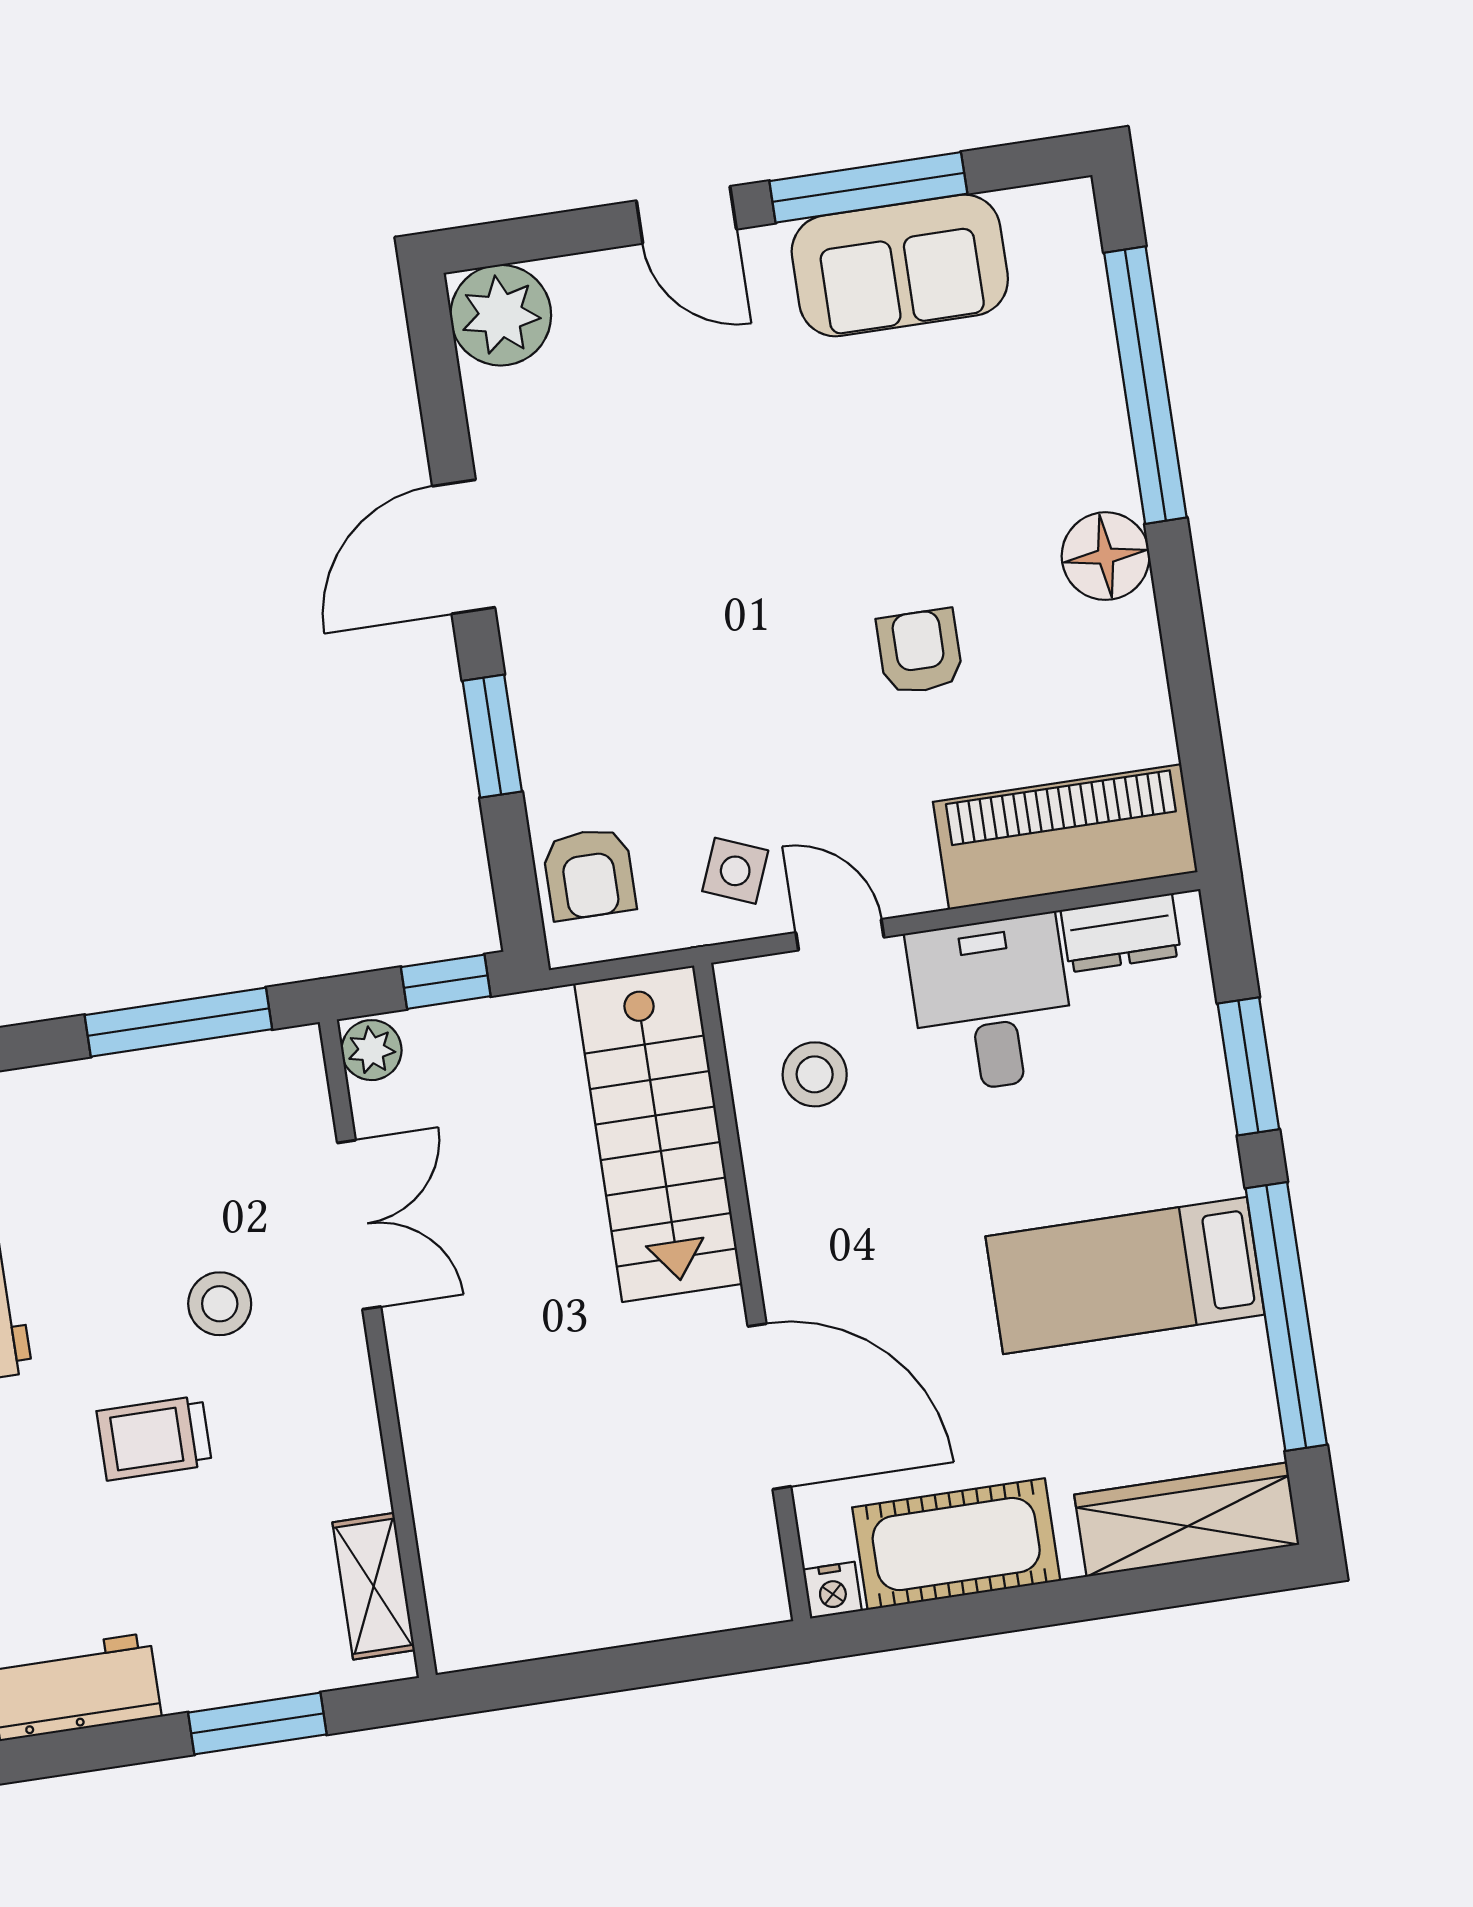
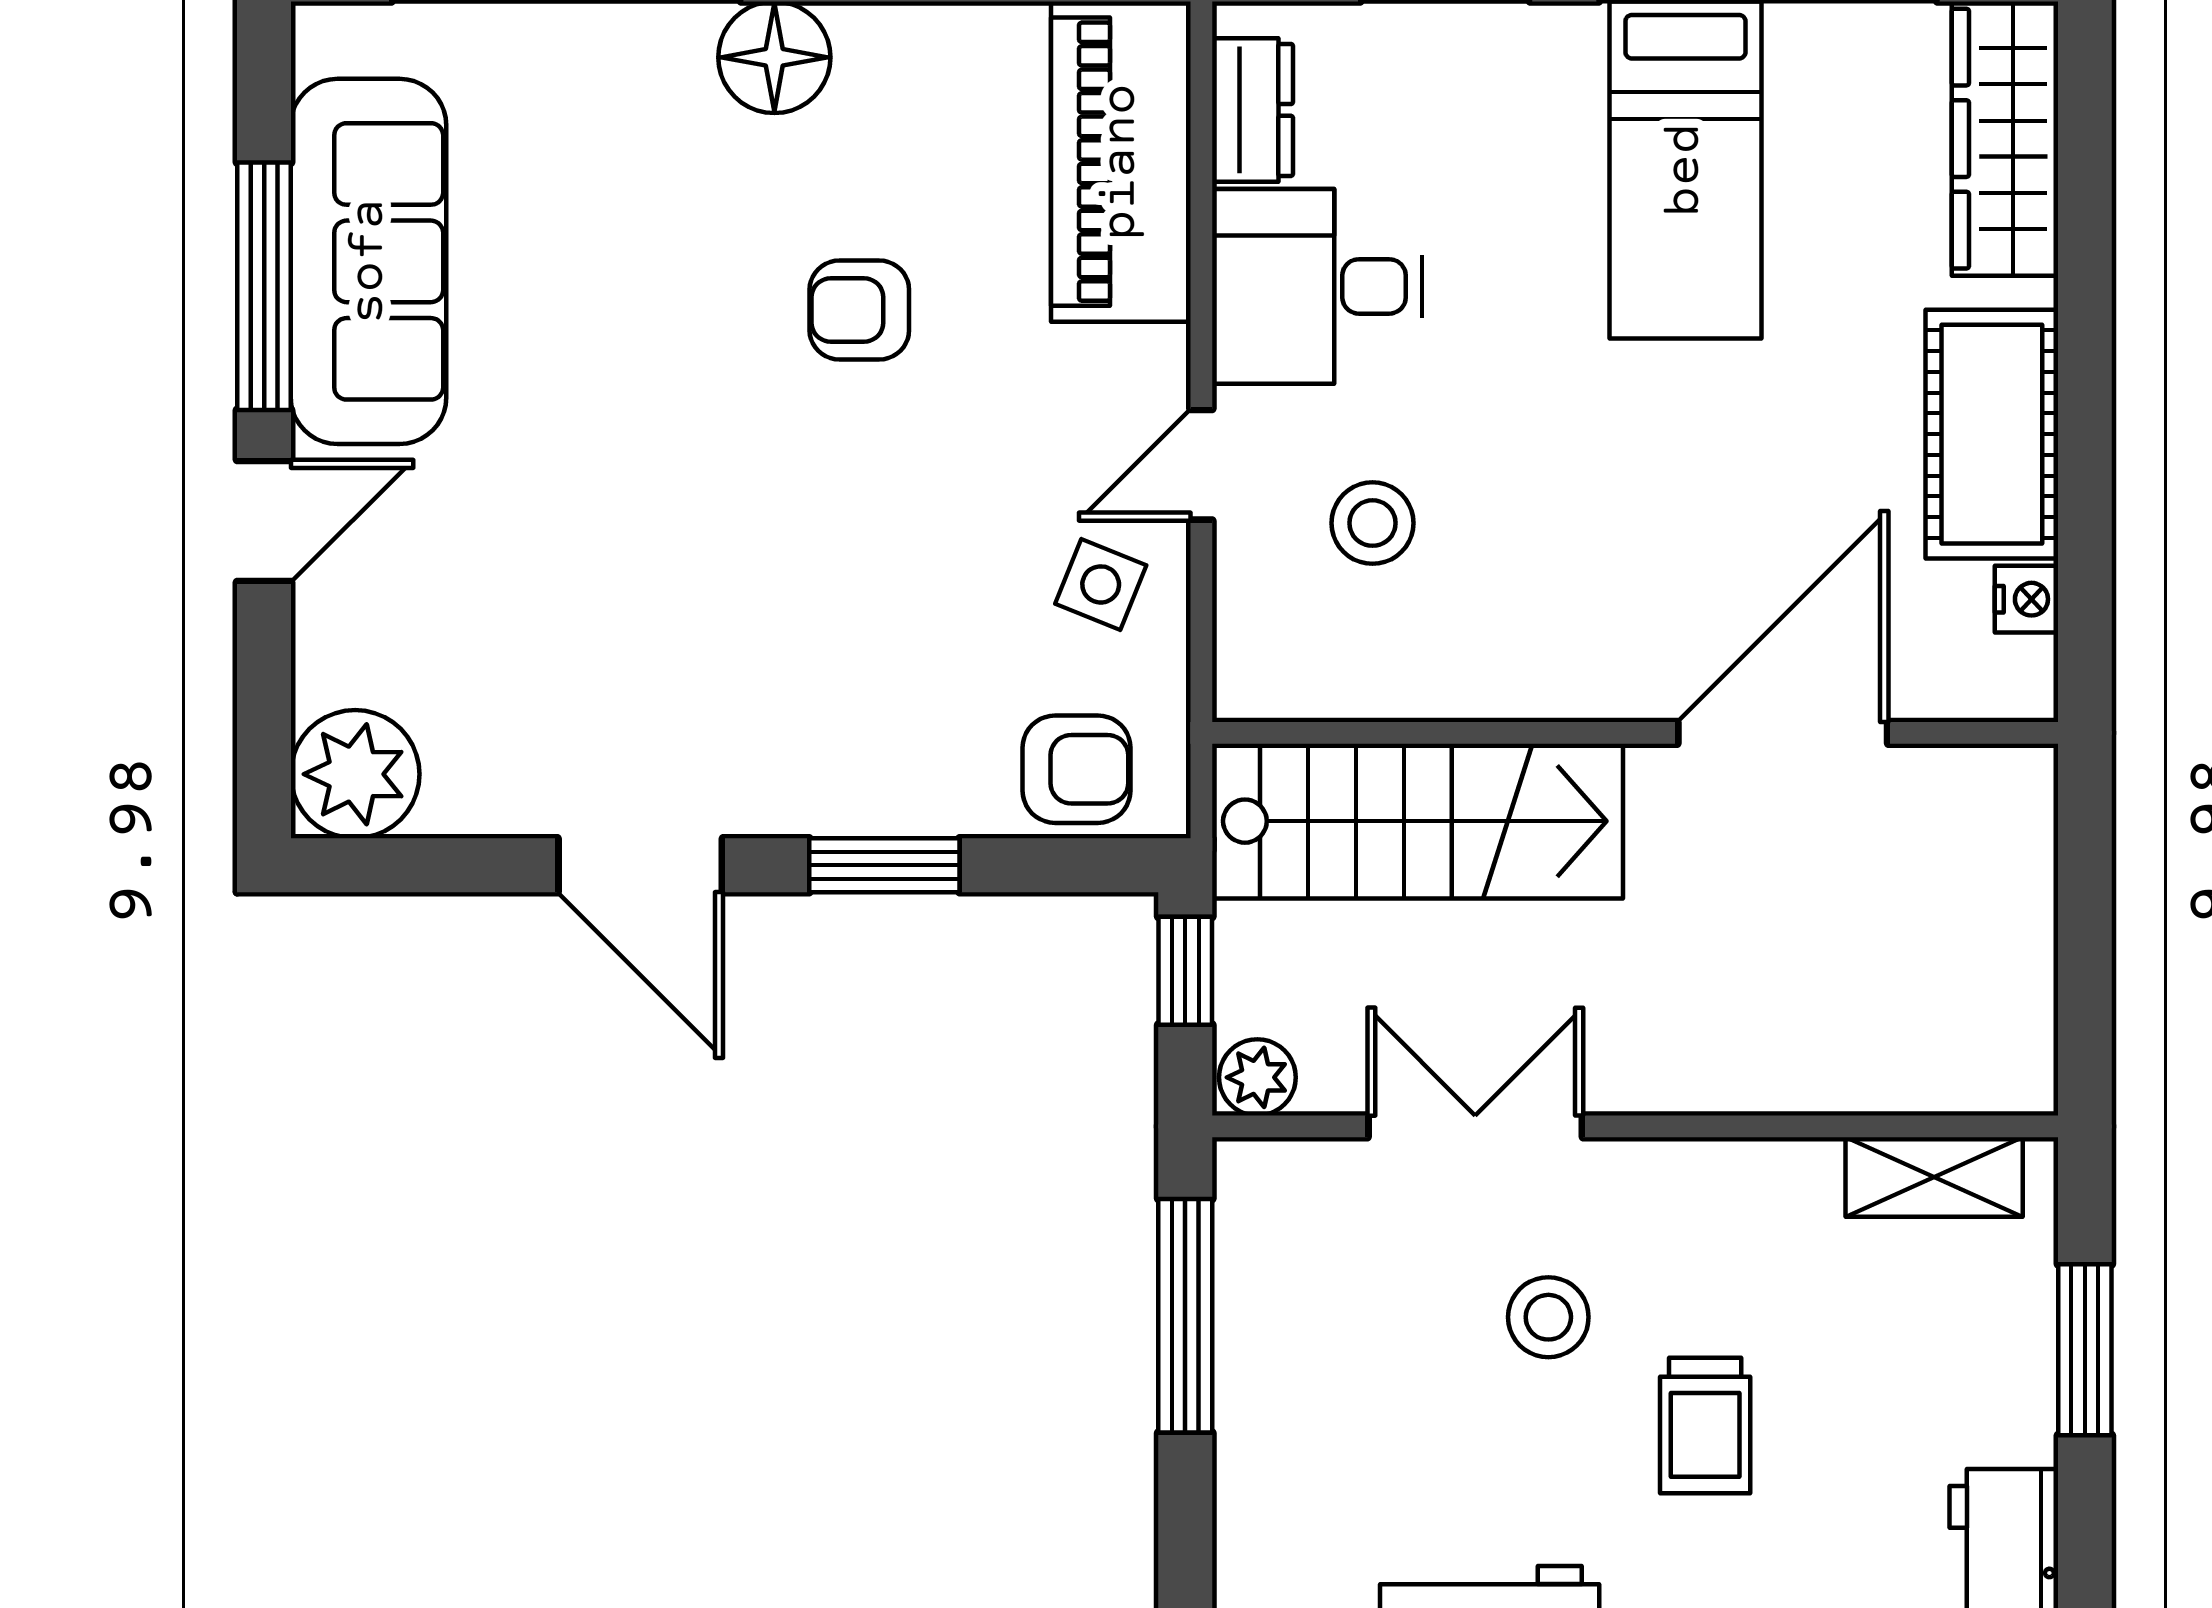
sofa: (900, 265) -> (369, 261), width x1.36
stairs: (658, 1134) -> (1417, 821), moved
wall: (752, 1292) -> (1635, 733), moved
door: (769, 1406) -> (1783, 733), moved

